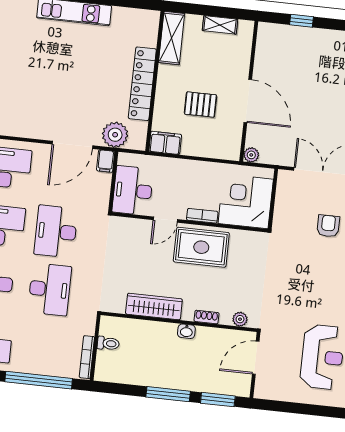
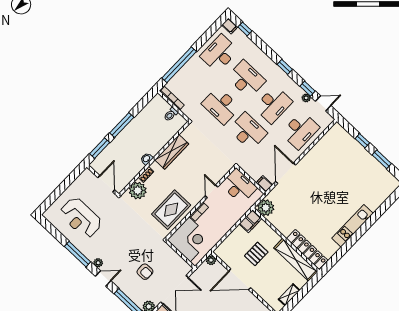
shelving: (172, 38) -> (296, 260), width x1.47
locker: (142, 84) -> (307, 249), moved
plant: (115, 135) -> (266, 208), moved
rug: (201, 247) -> (171, 210), moved
plant: (240, 319) -> (138, 191), width x1.87, depth x1.87

